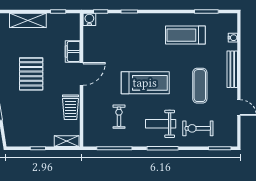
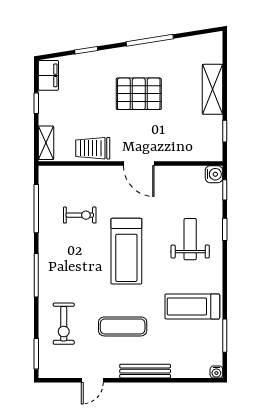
treadmill: (185, 35) -> (192, 306), turned -90
water cooler: (233, 38) -> (216, 372), moved
filing cabinet: (73, 51) -> (48, 75), moved, turned 90
weight bench: (161, 124) -> (190, 239), moved
exercise bike: (198, 128) -> (64, 324), turned 180

